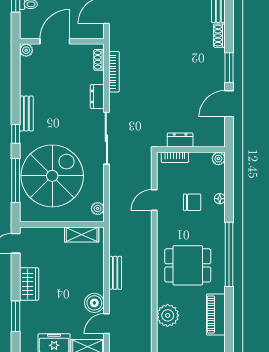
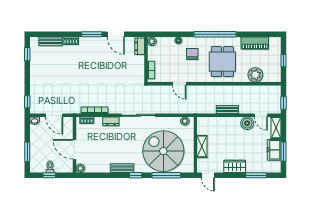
dresser: (180, 140) -> (140, 46), moved
chair: (192, 202) -> (192, 54), moved
shelving: (82, 234) -> (202, 146), moved

